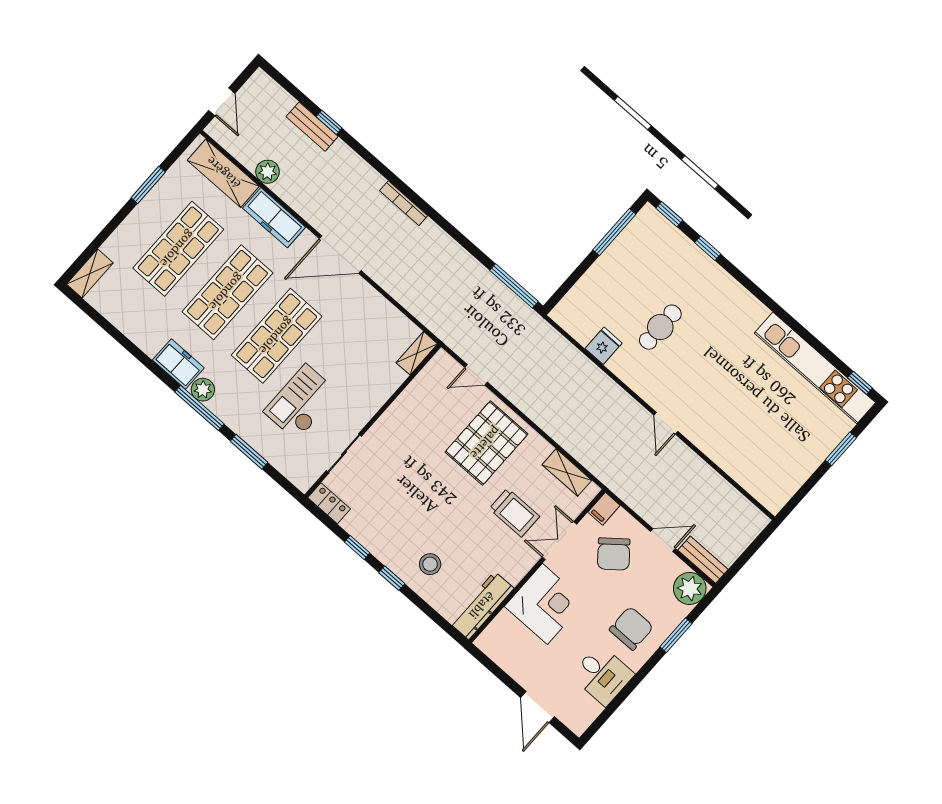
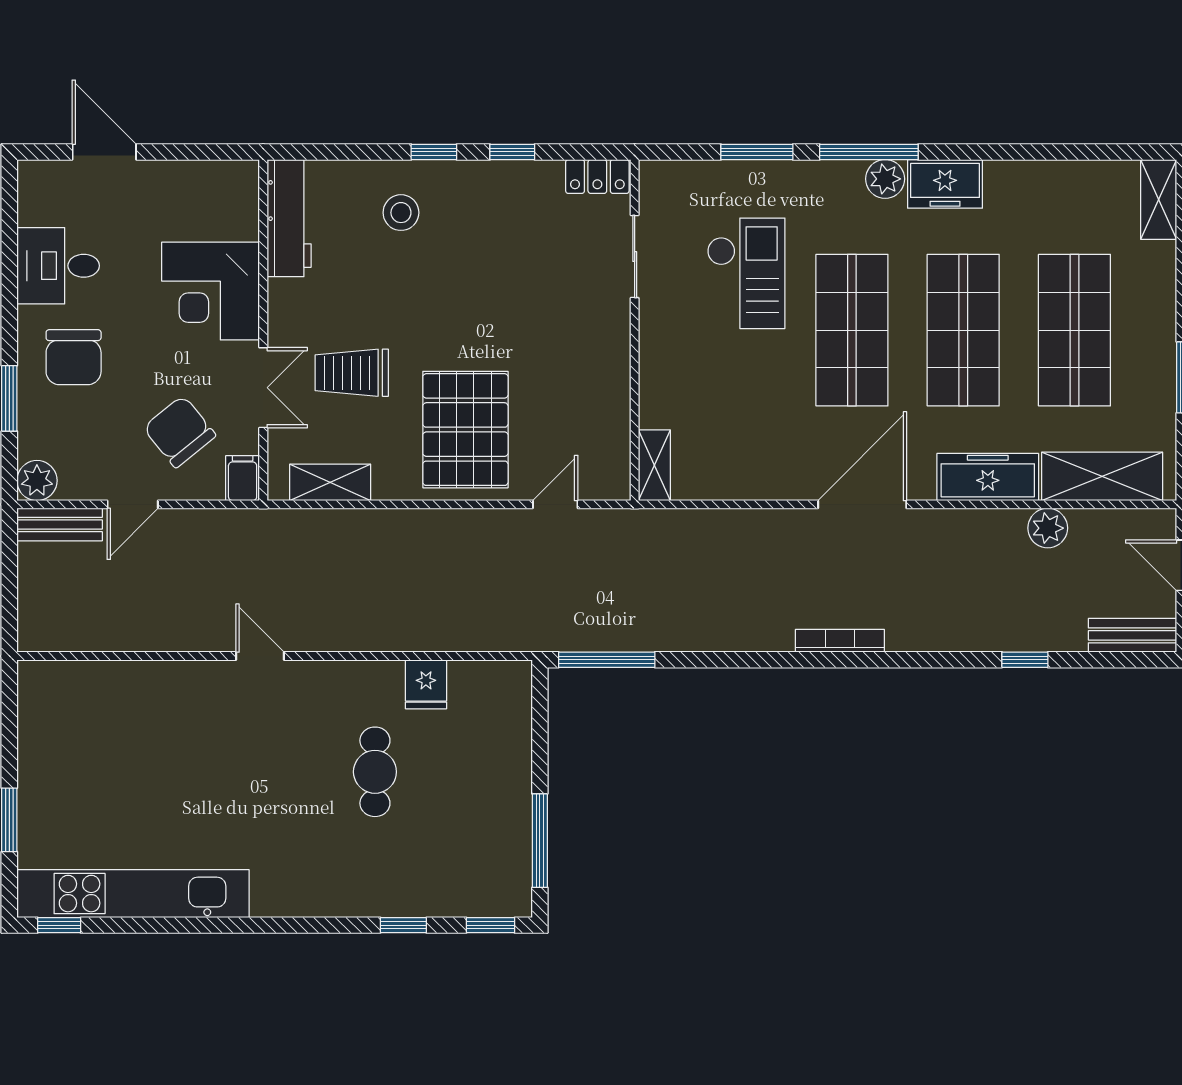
bench: (312, 127) -> (1132, 635), moved
plant: (690, 588) -> (37, 481), width x0.73, depth x0.73

